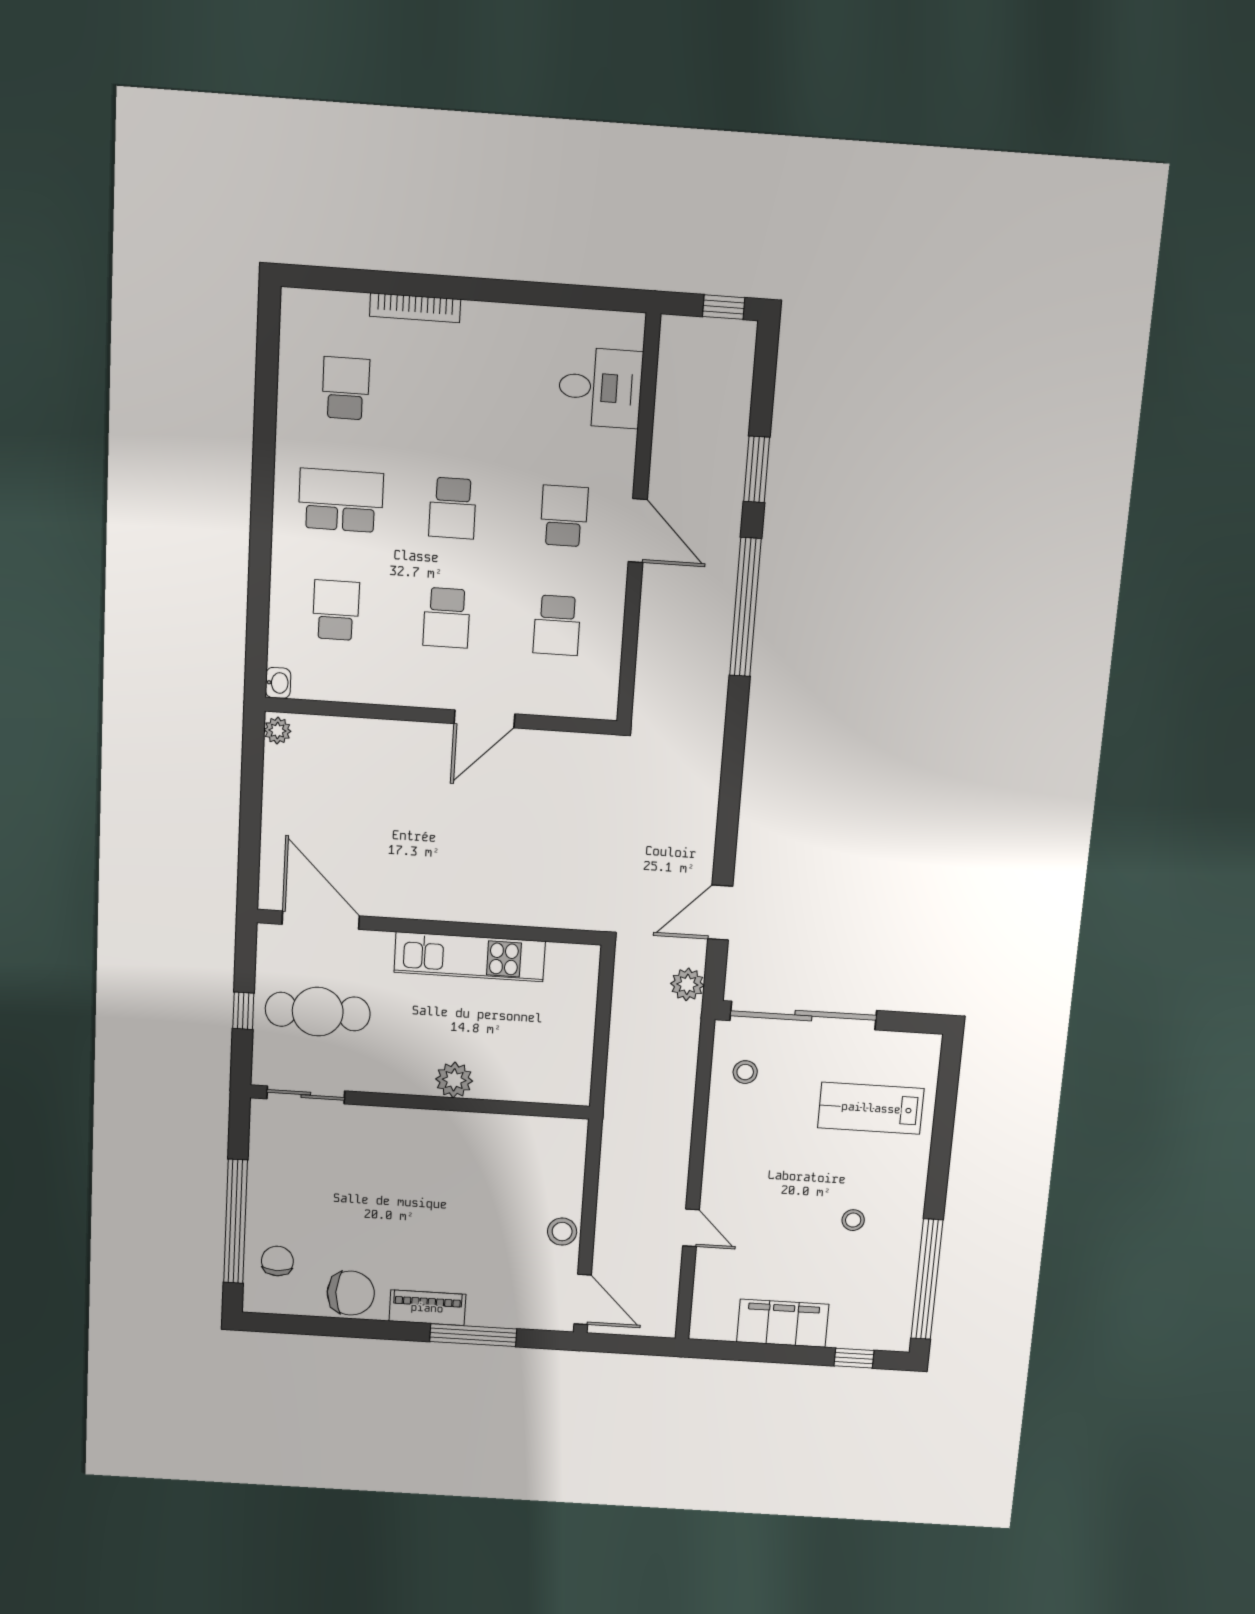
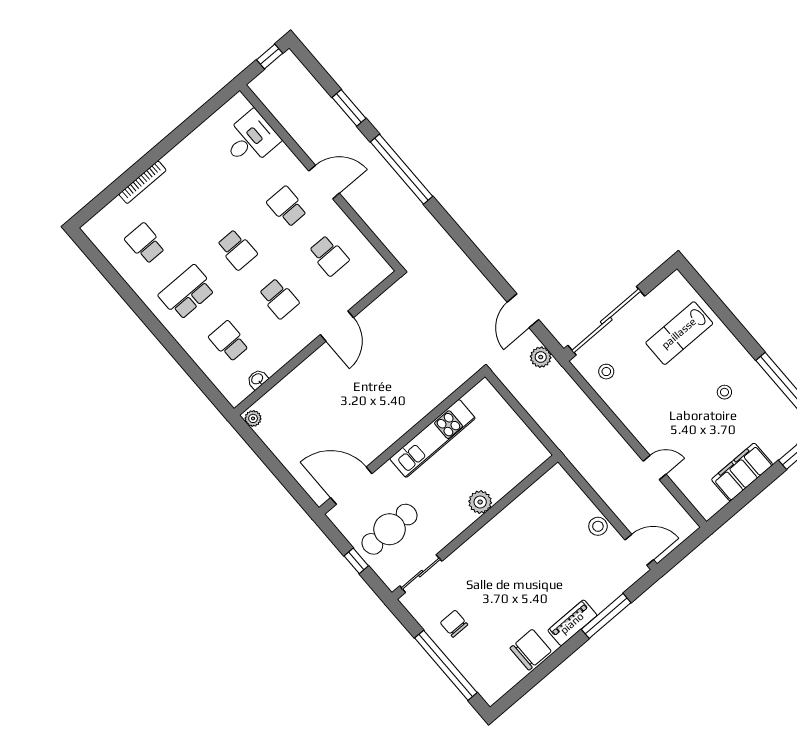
washbasin: (278, 683) -> (257, 379), moved, turned -90
chair: (277, 1261) -> (454, 624), moved

